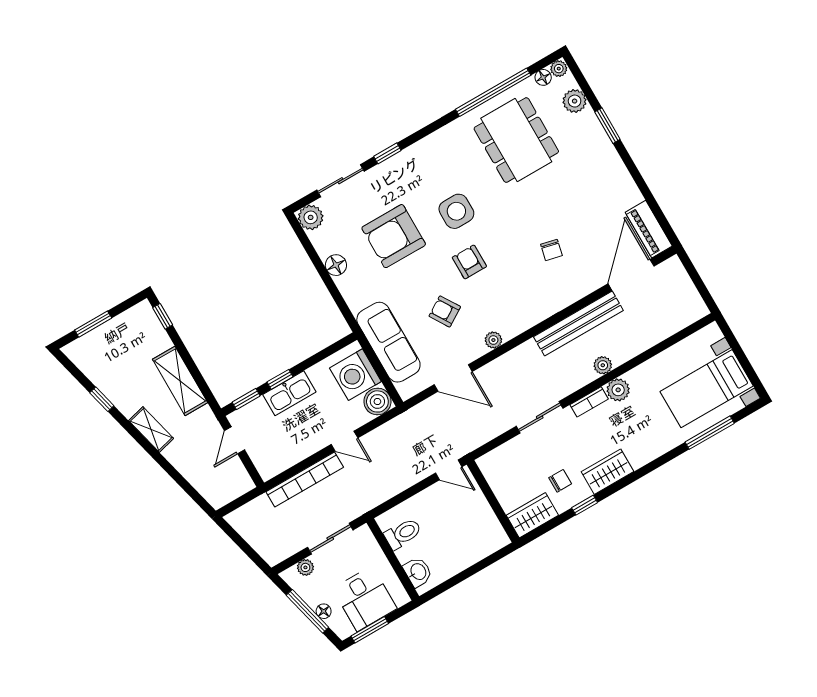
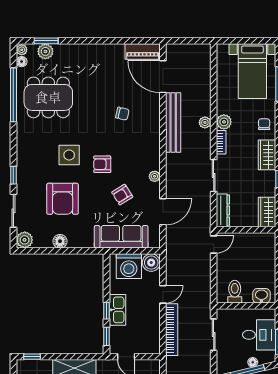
window: (607, 126) -> (46, 41), moved
dresser: (501, 456) -> (223, 210), added
chair: (560, 481) -> (264, 124), moved
plant: (305, 567) -> (222, 358), removed

